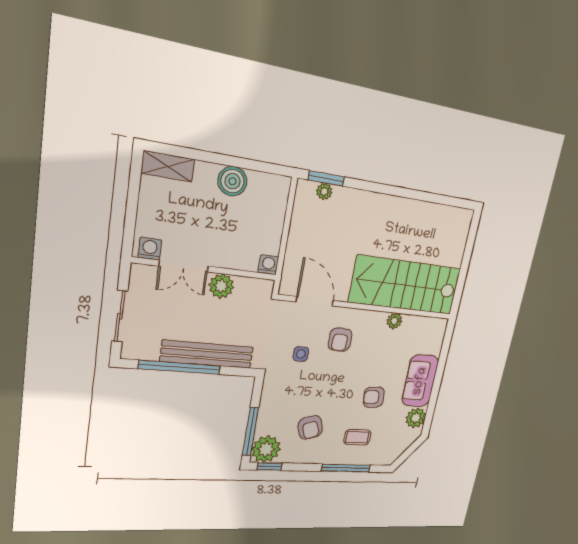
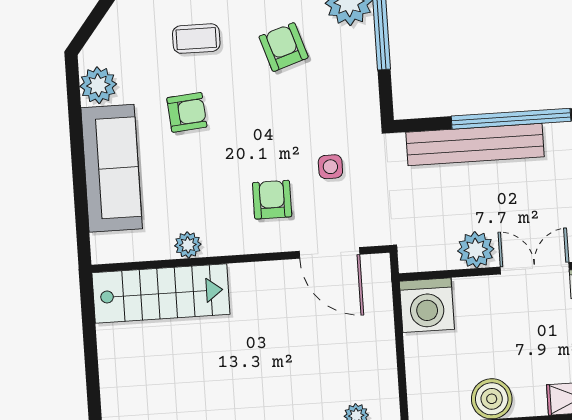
washing machine: (268, 265) -> (427, 305), width x1.89, depth x1.89
stairs: (405, 285) -> (161, 293), width x0.73, depth x0.66
sofa: (420, 381) -> (112, 168), width x1.36

